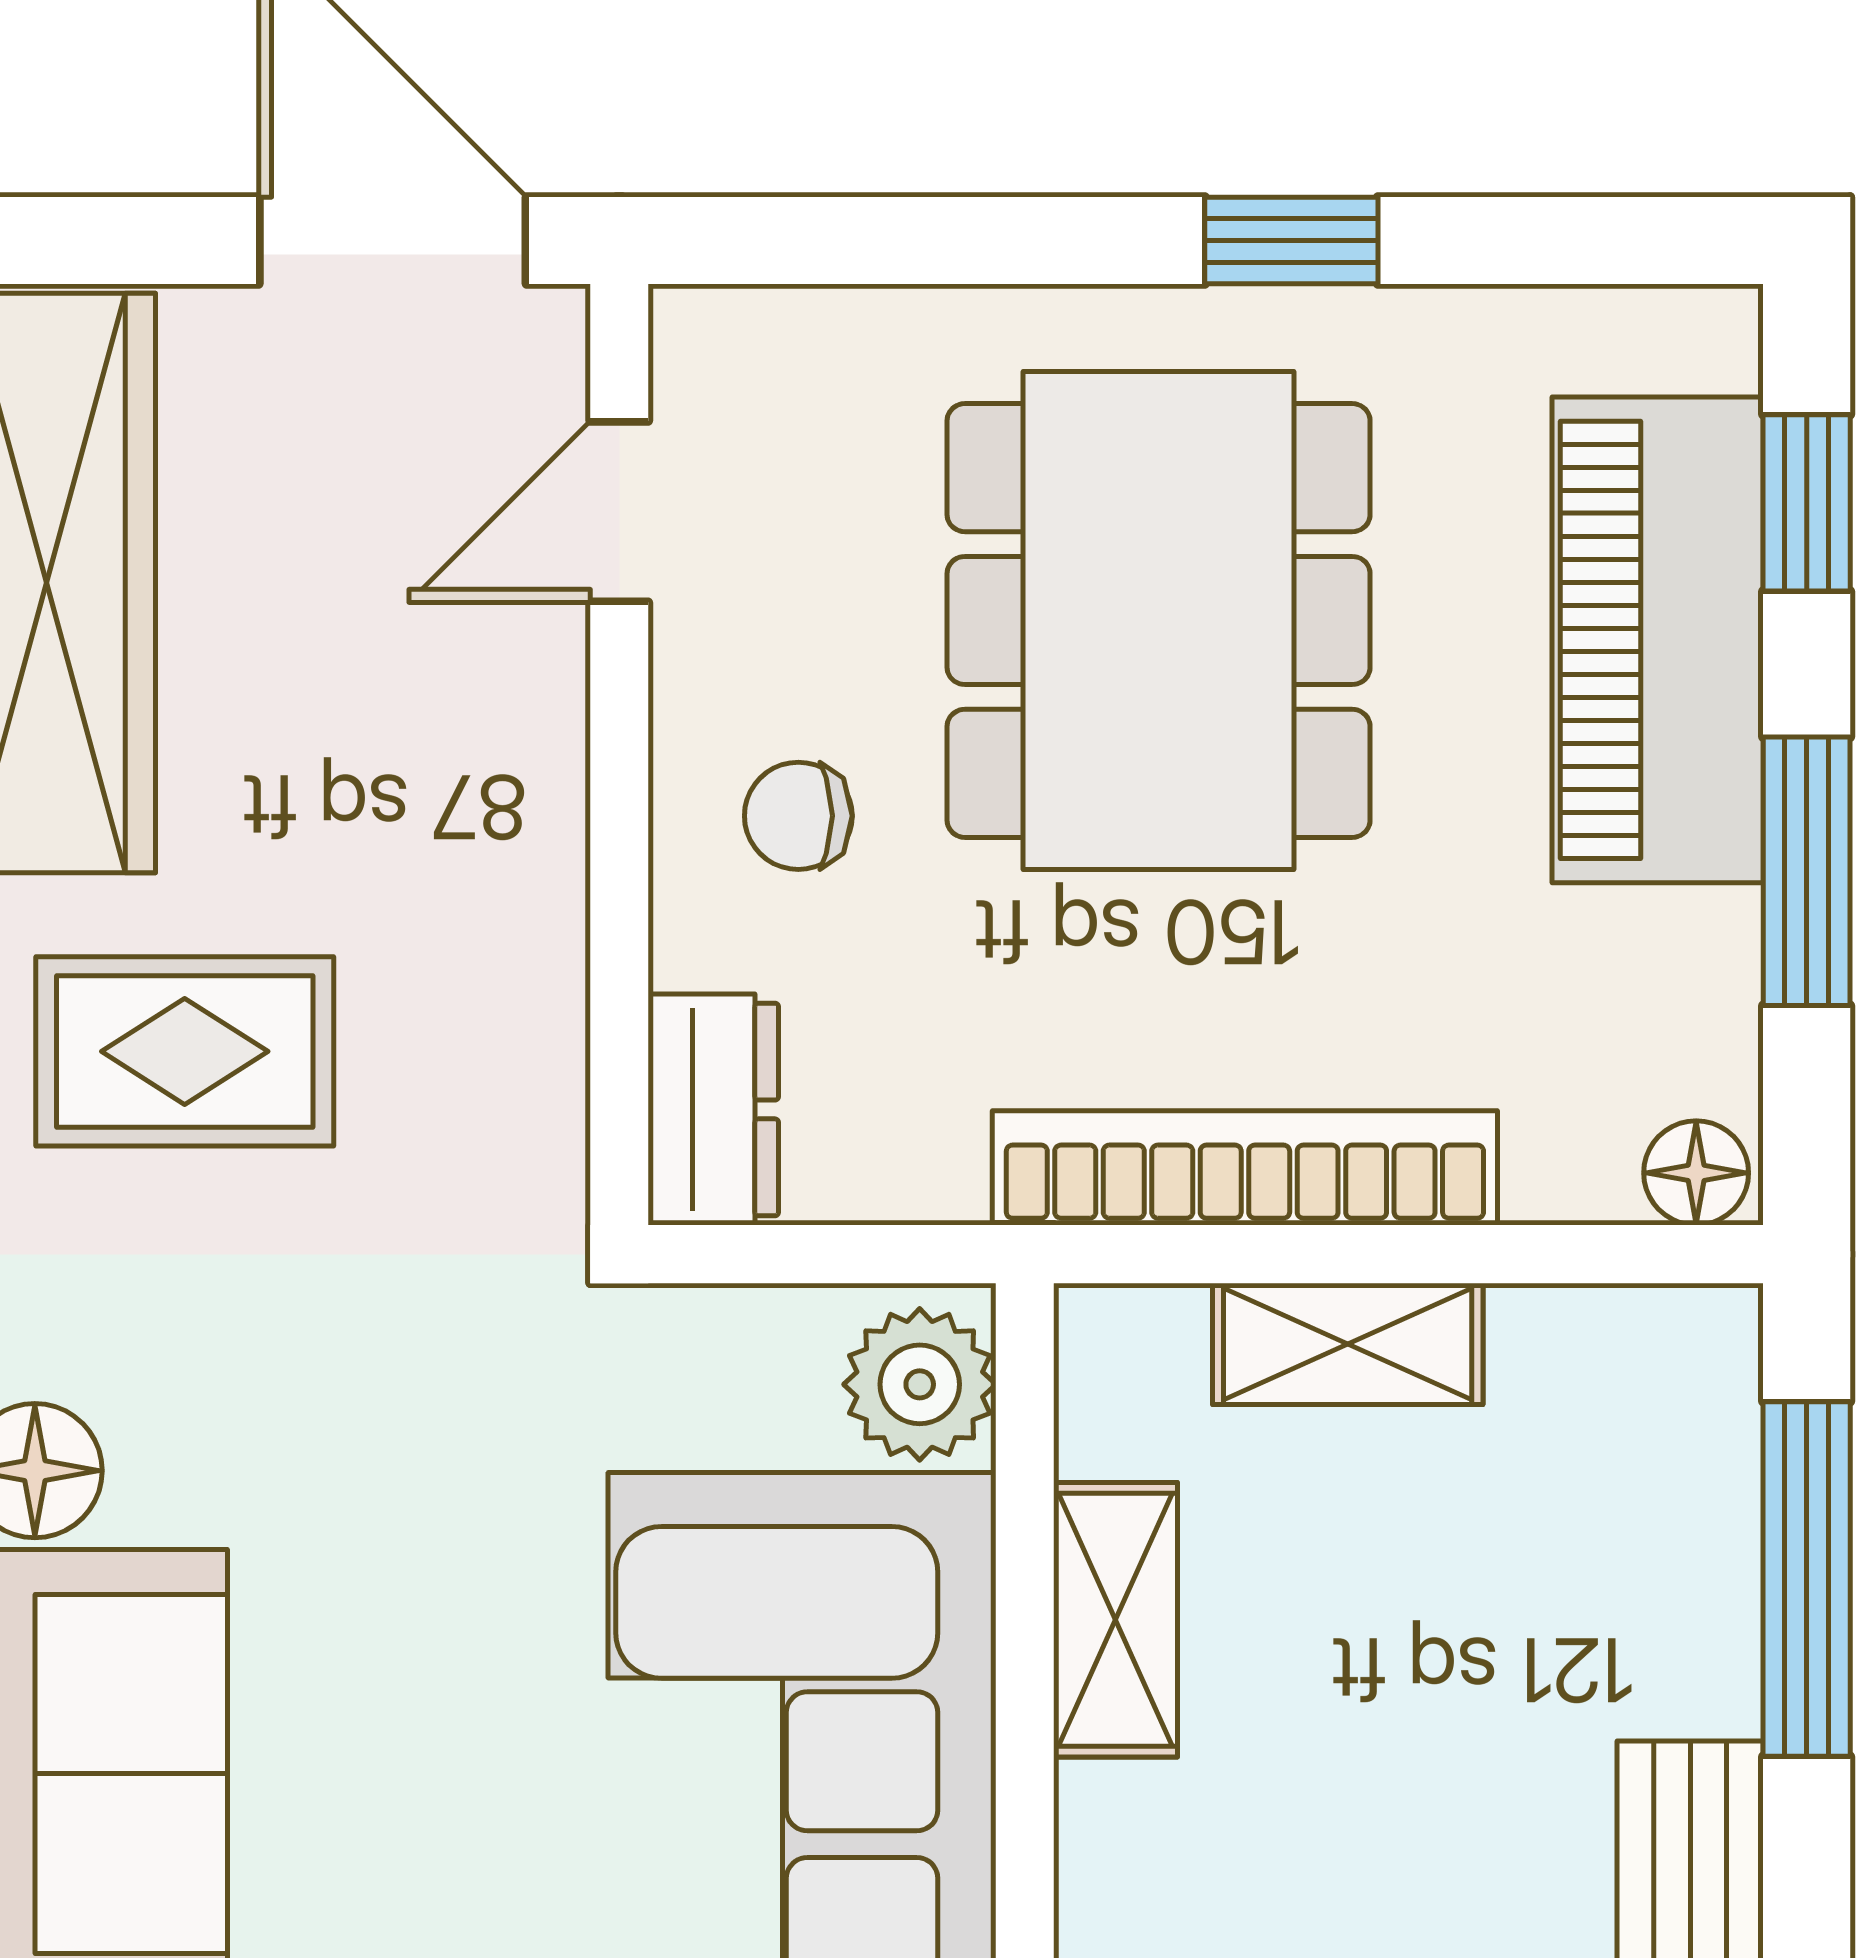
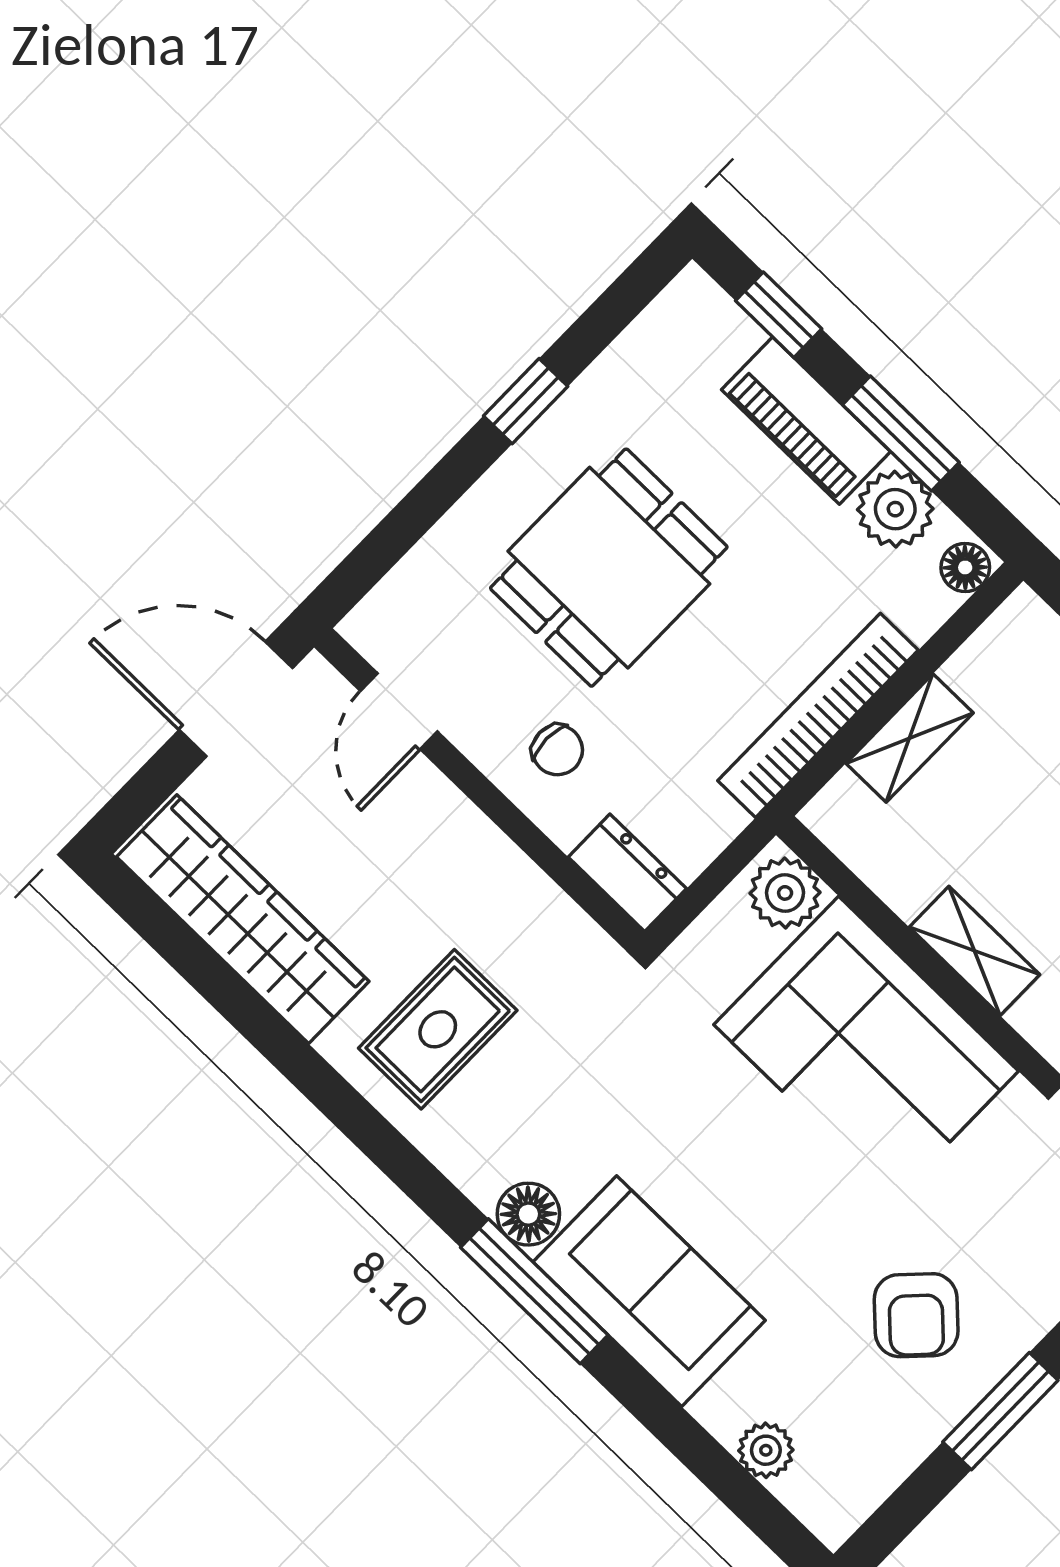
dining table: (1159, 620) -> (609, 568), width x0.73
piano: (1658, 640) -> (806, 421), width x0.73, depth x0.75
chair: (798, 816) -> (557, 750), turned -90
plant: (1681, 976) -> (895, 509), added
shelving: (1115, 1620) -> (974, 951), moved

